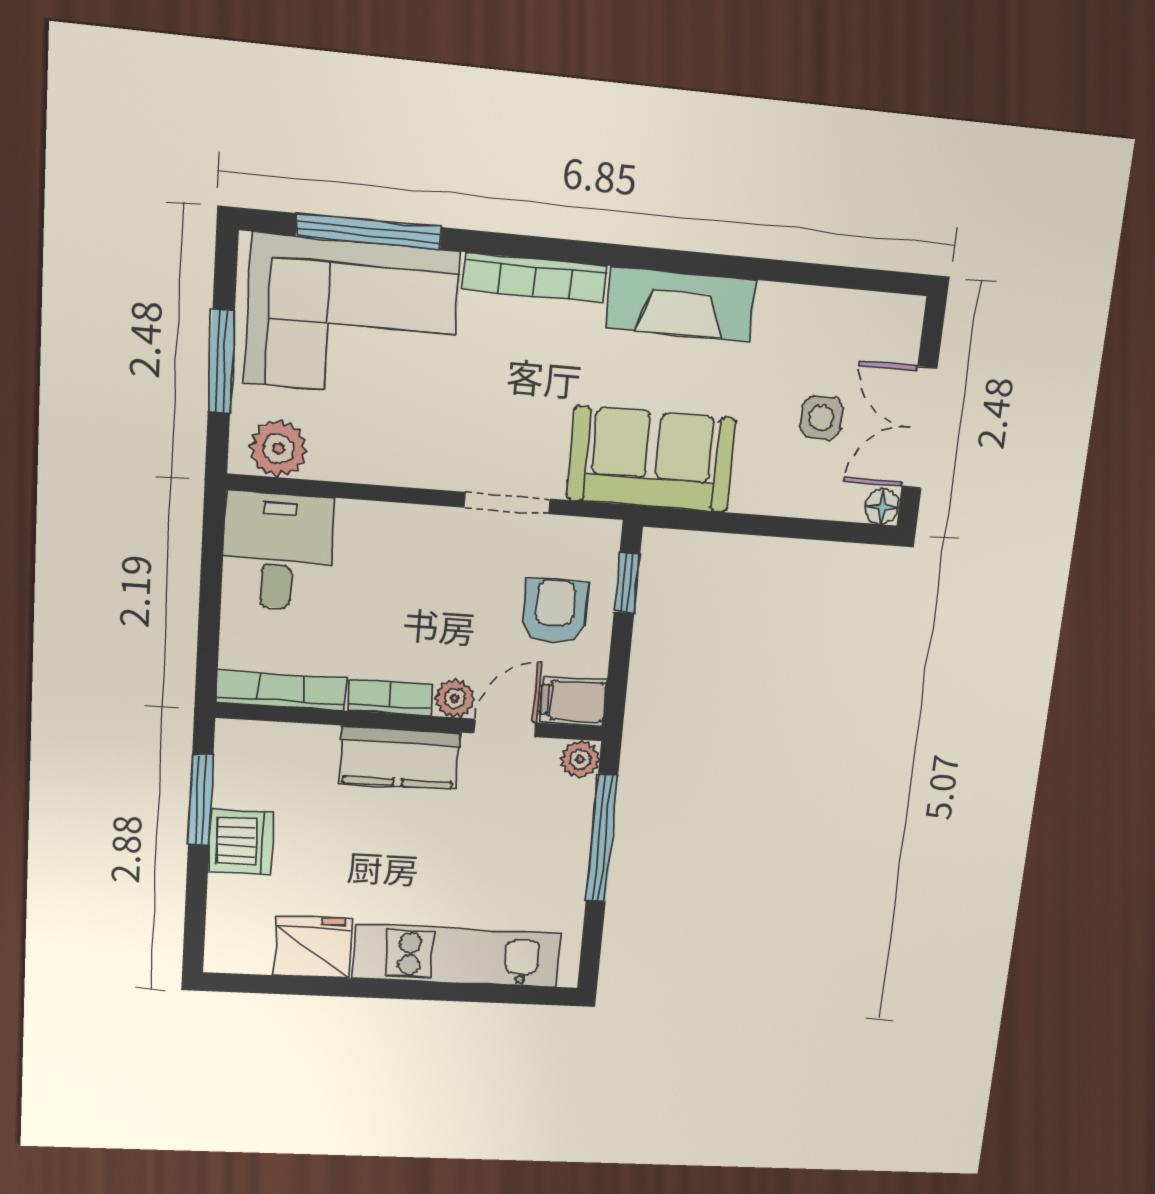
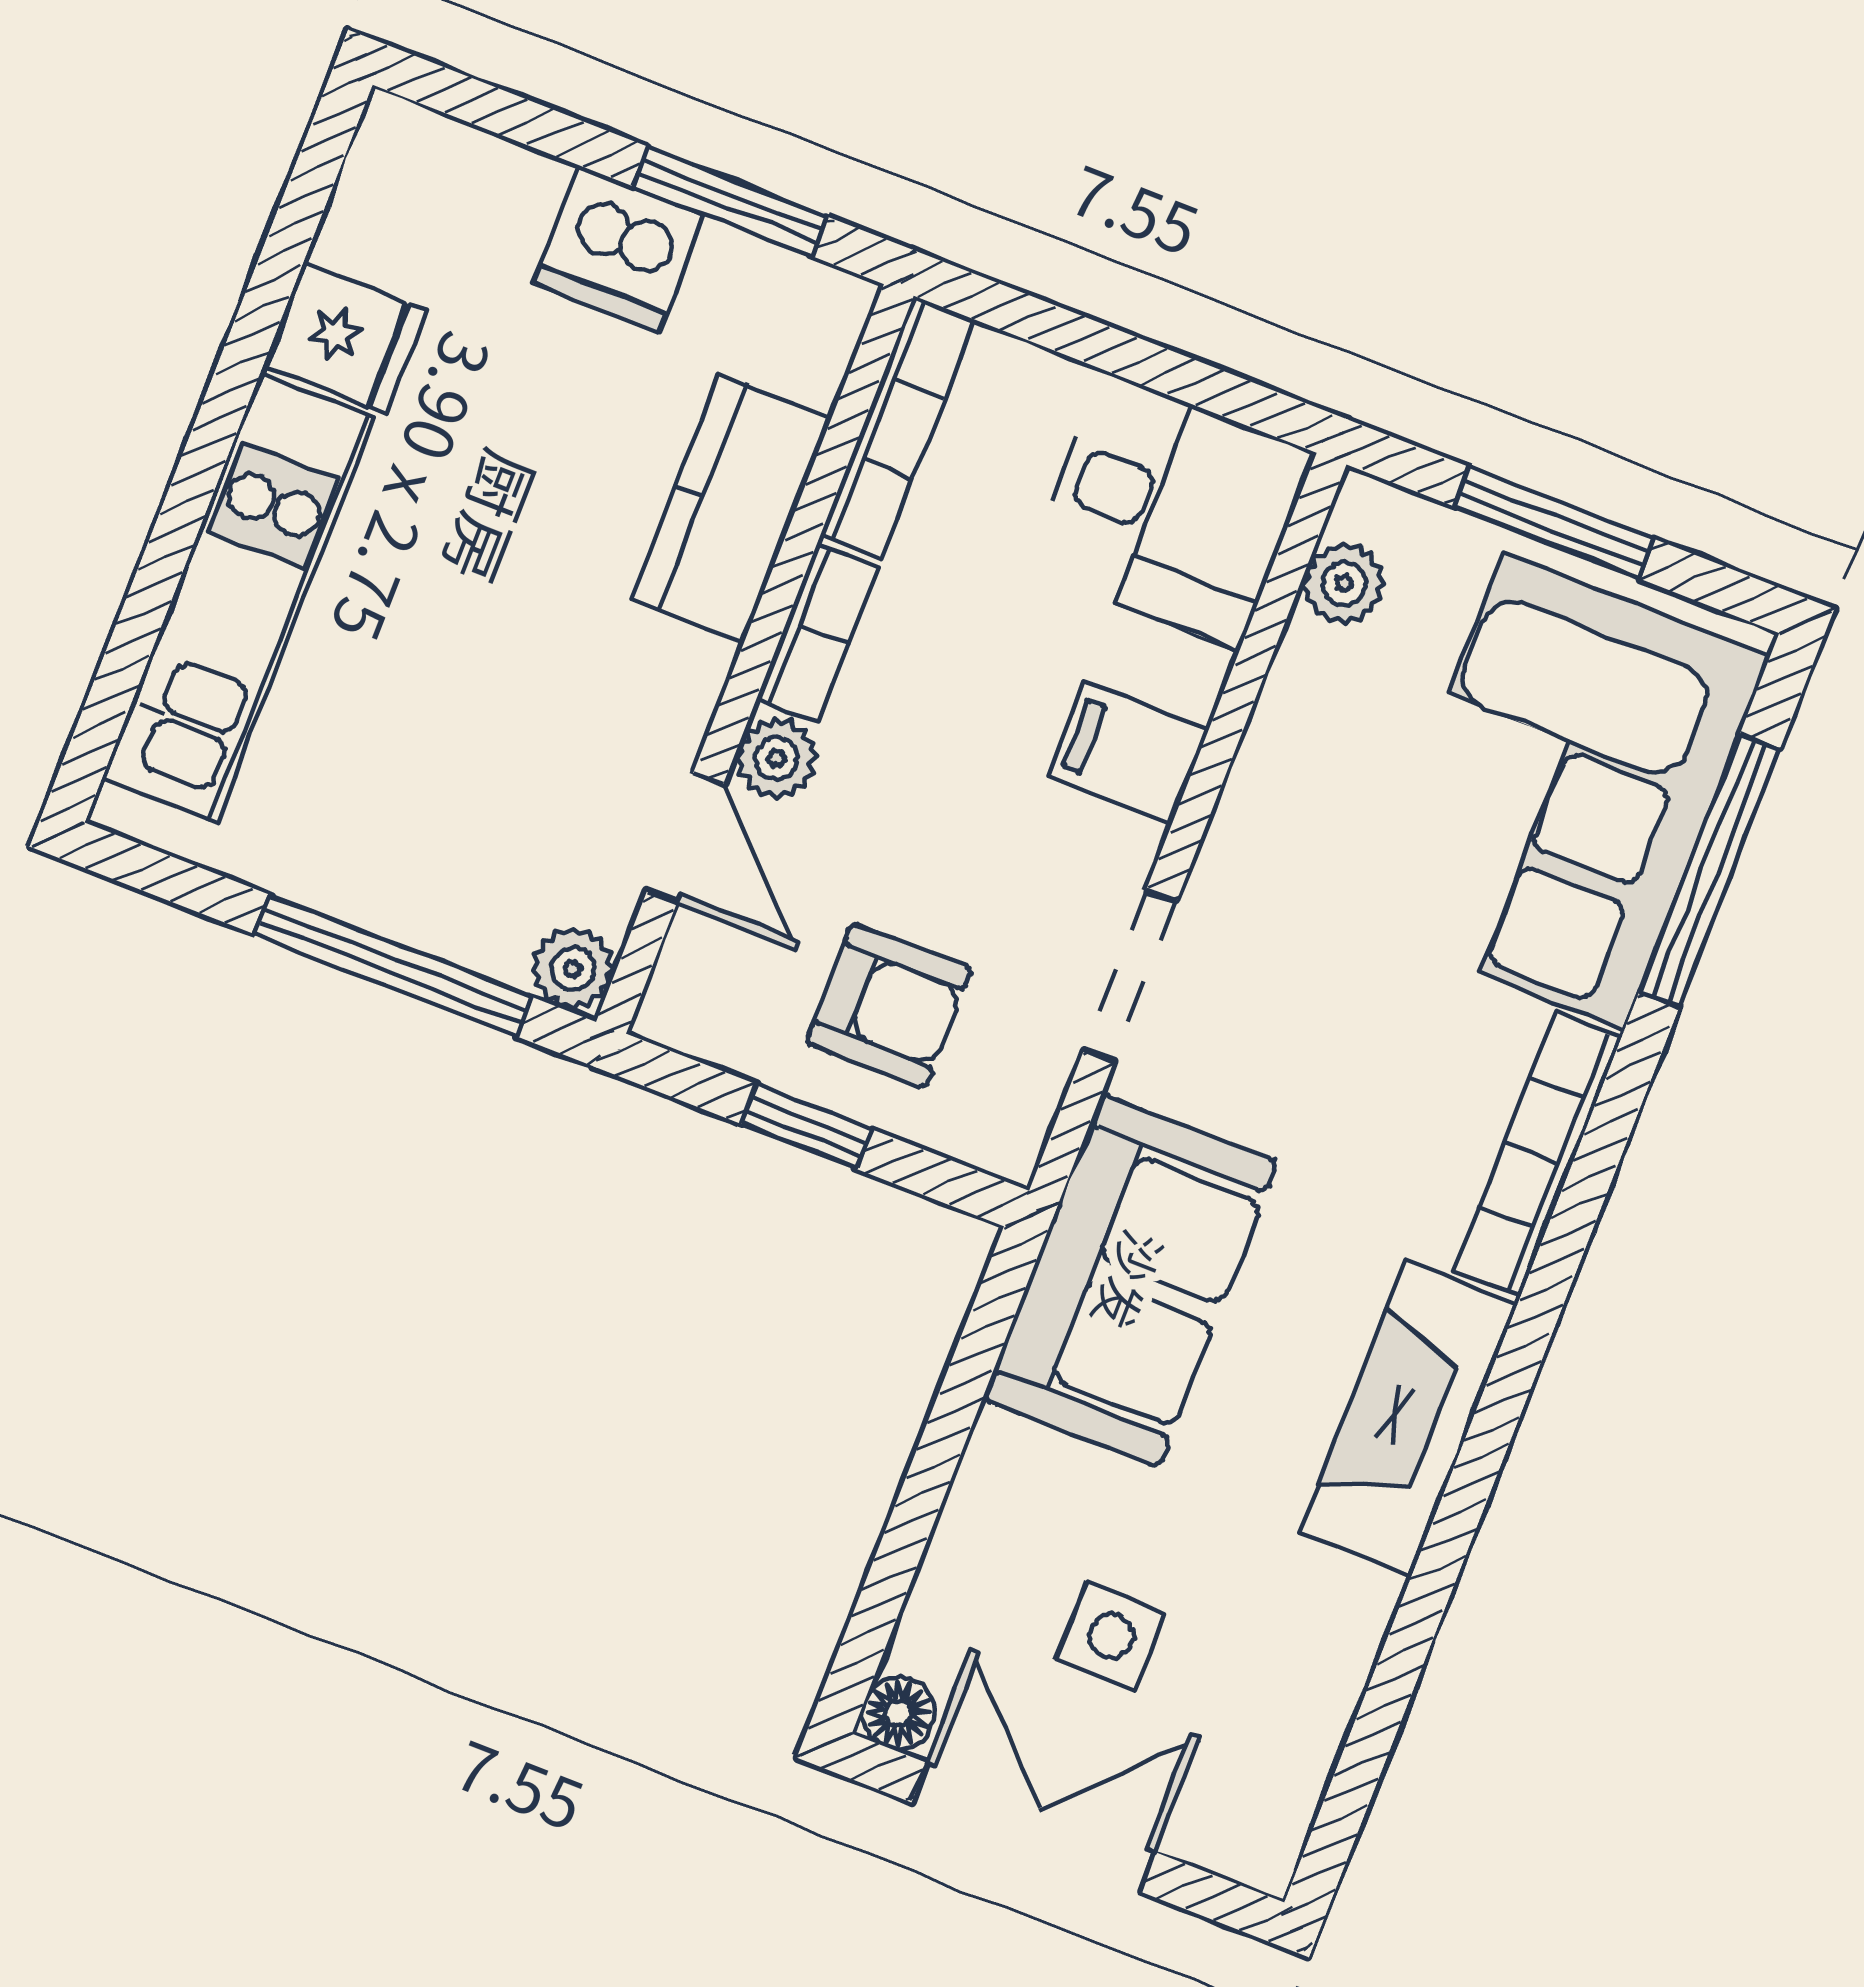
plant: (278, 449) -> (1344, 584), width x0.73, depth x0.73
window: (627, 583) -> (806, 1126), moved
filing cabinet: (573, 701) -> (1128, 753), moved, turned -90
kitchen counter: (399, 757) -> (731, 509), moved
fridge: (313, 947) -> (345, 338), width x0.72

